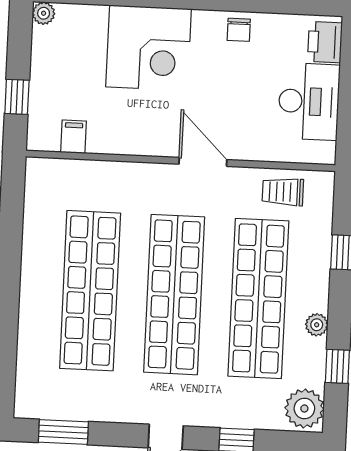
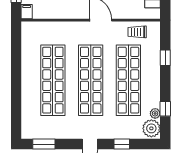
filing cabinet: (73, 137) -> (27, 12), moved
plant: (317, 325) -> (155, 113), moved

